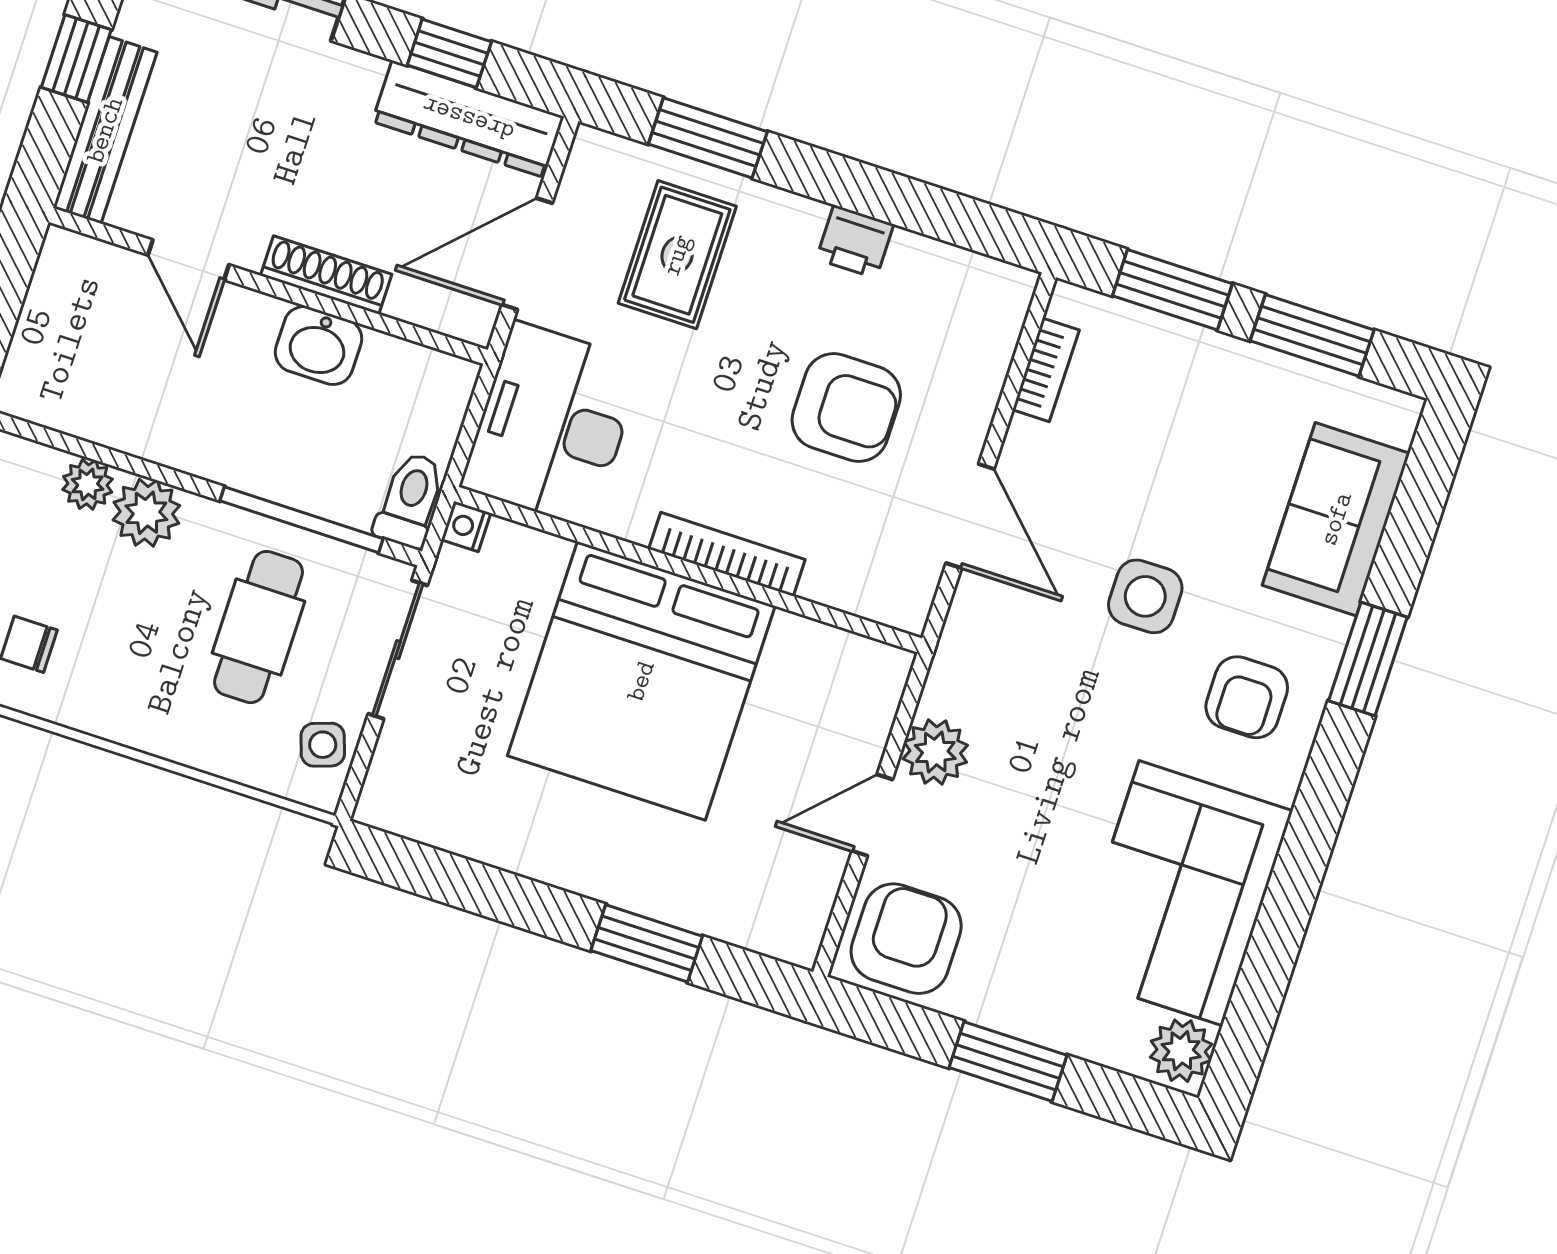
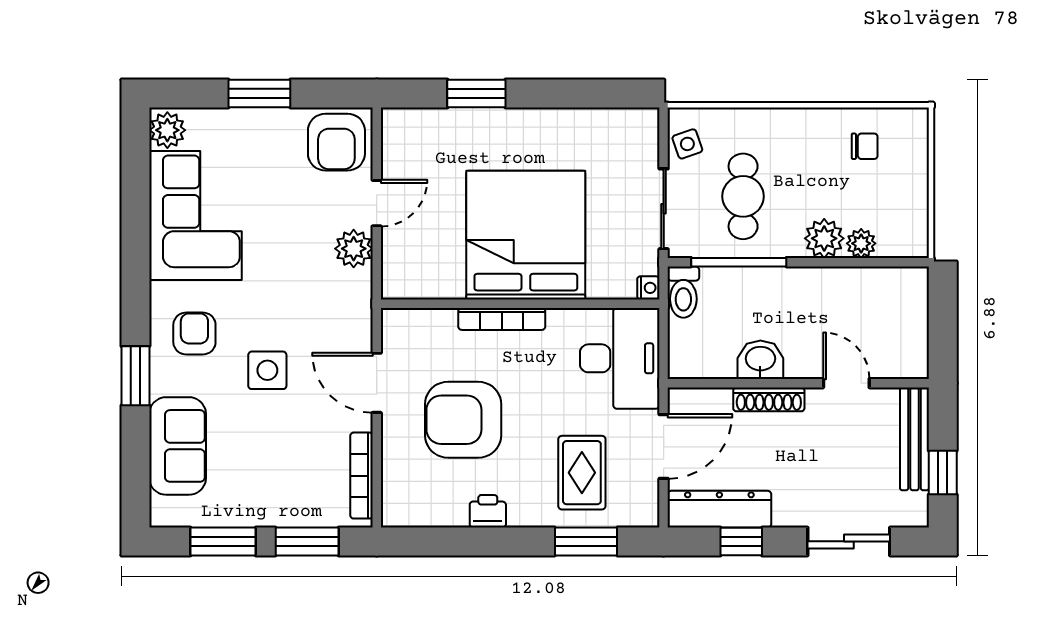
bookcase: (1046, 370) -> (361, 476), width x1.56
armchair: (846, 408) -> (463, 420), width x1.36, depth x1.36

